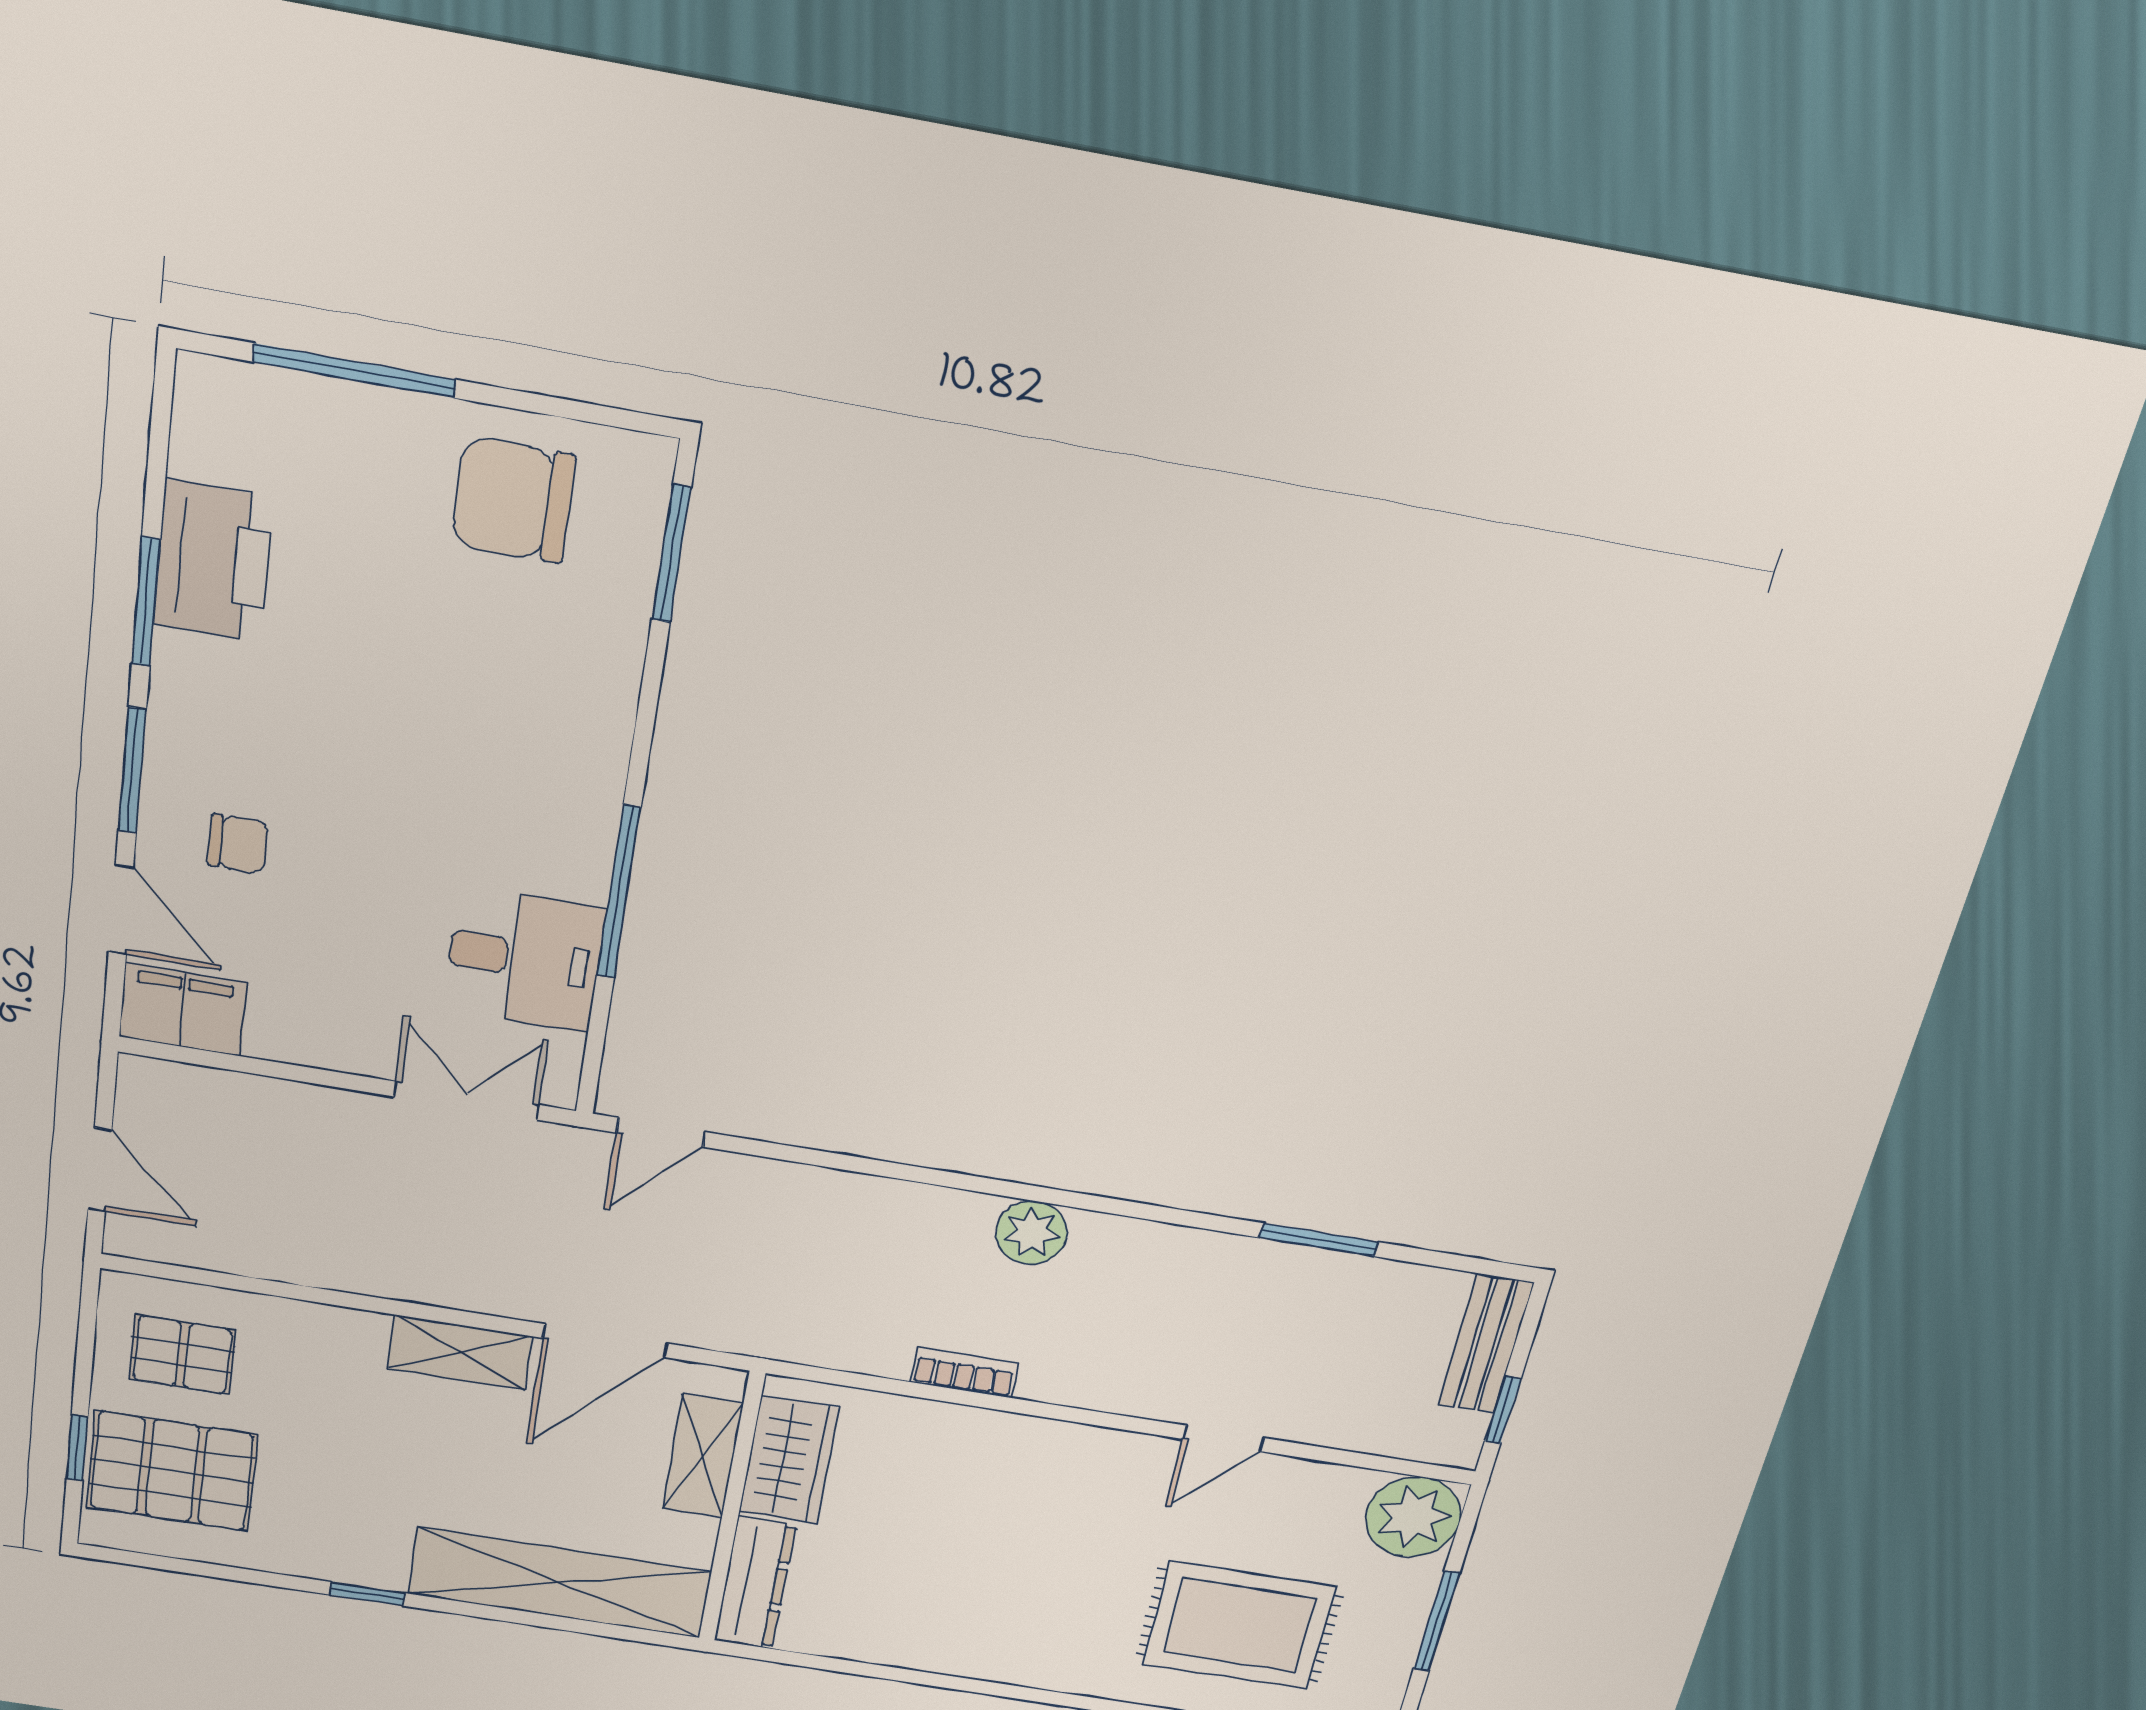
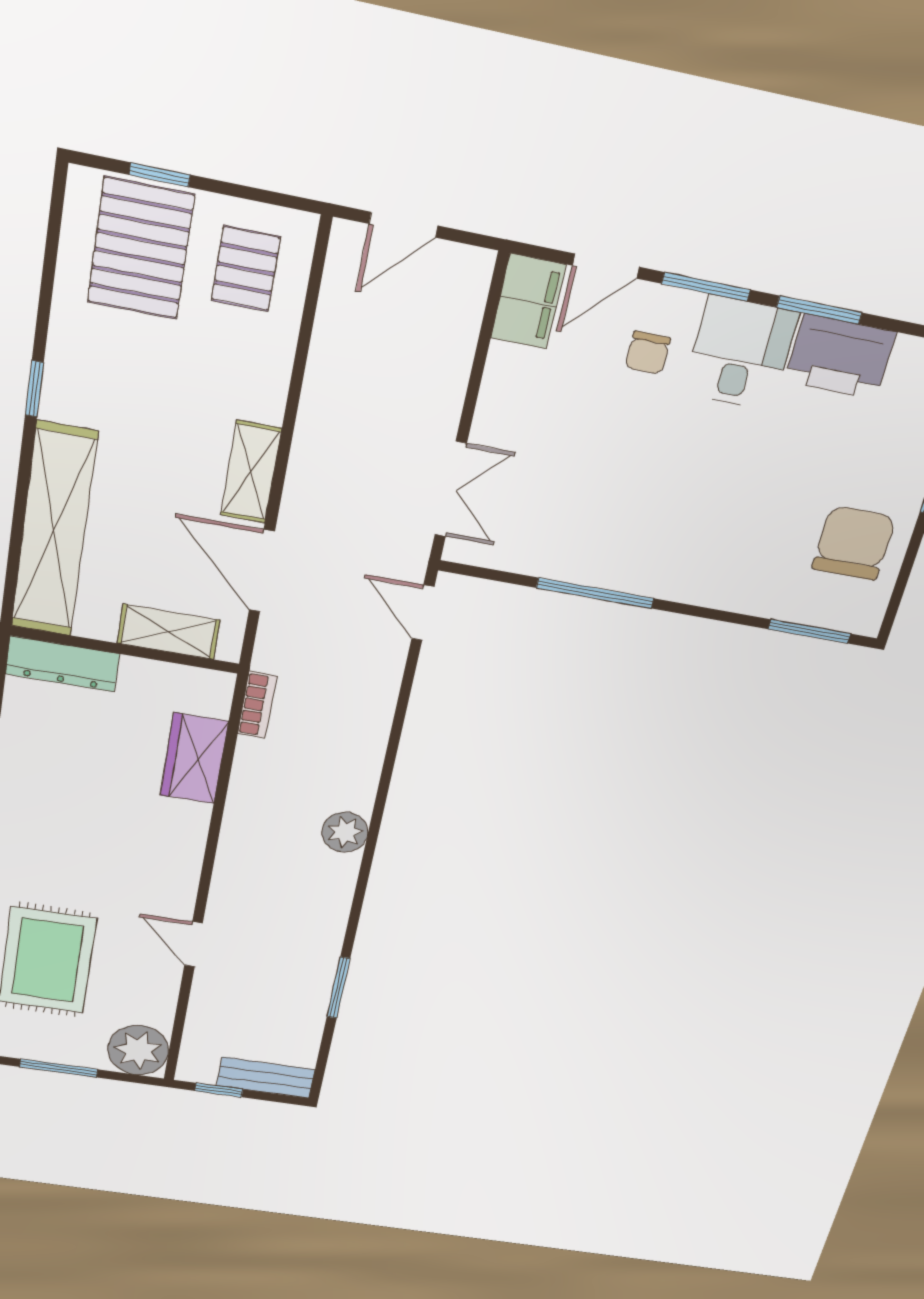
desk: (524, 959) -> (740, 353), moved, turned 180
bookcase: (965, 1372) -> (257, 705), moved
wardrobe: (789, 1460) -> (194, 758), moved, turned 90

